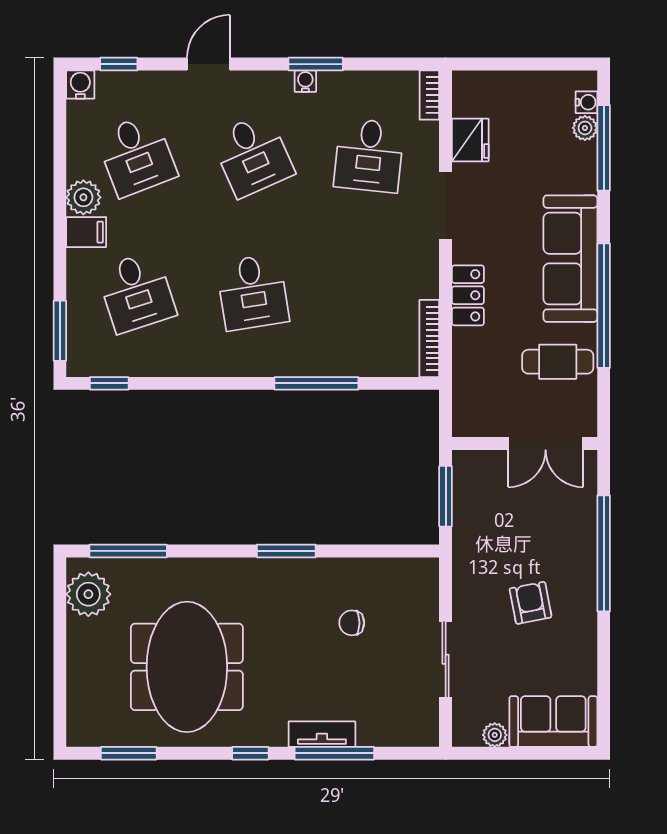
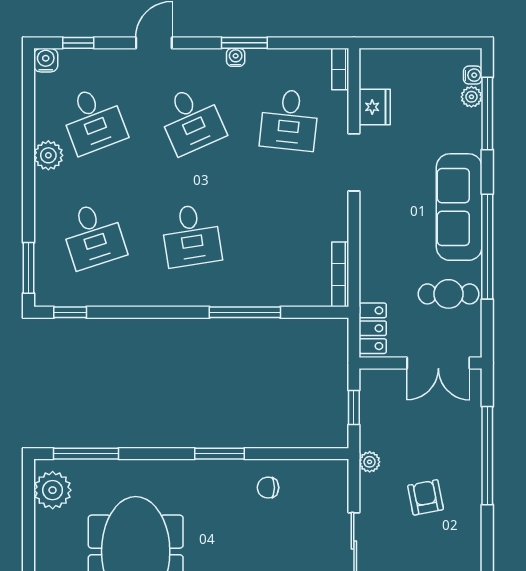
filing cabinet: (86, 232) -> (51, 185), removed
locker: (468, 295) -> (373, 328), moved
window: (446, 496) -> (354, 407), width x0.67
plant: (464, 561) -> (370, 462), added
chair: (352, 623) -> (268, 488), moved

